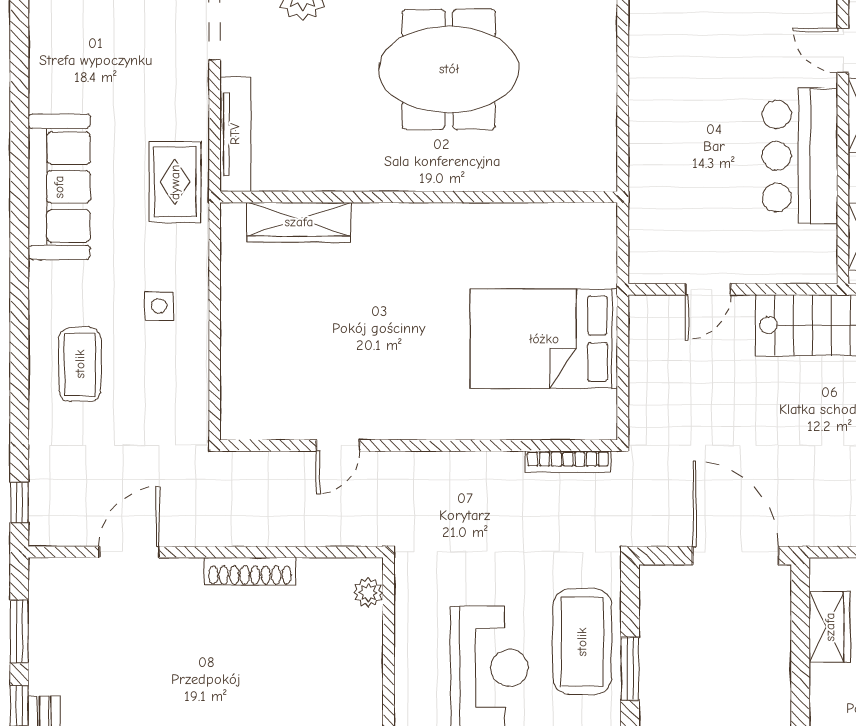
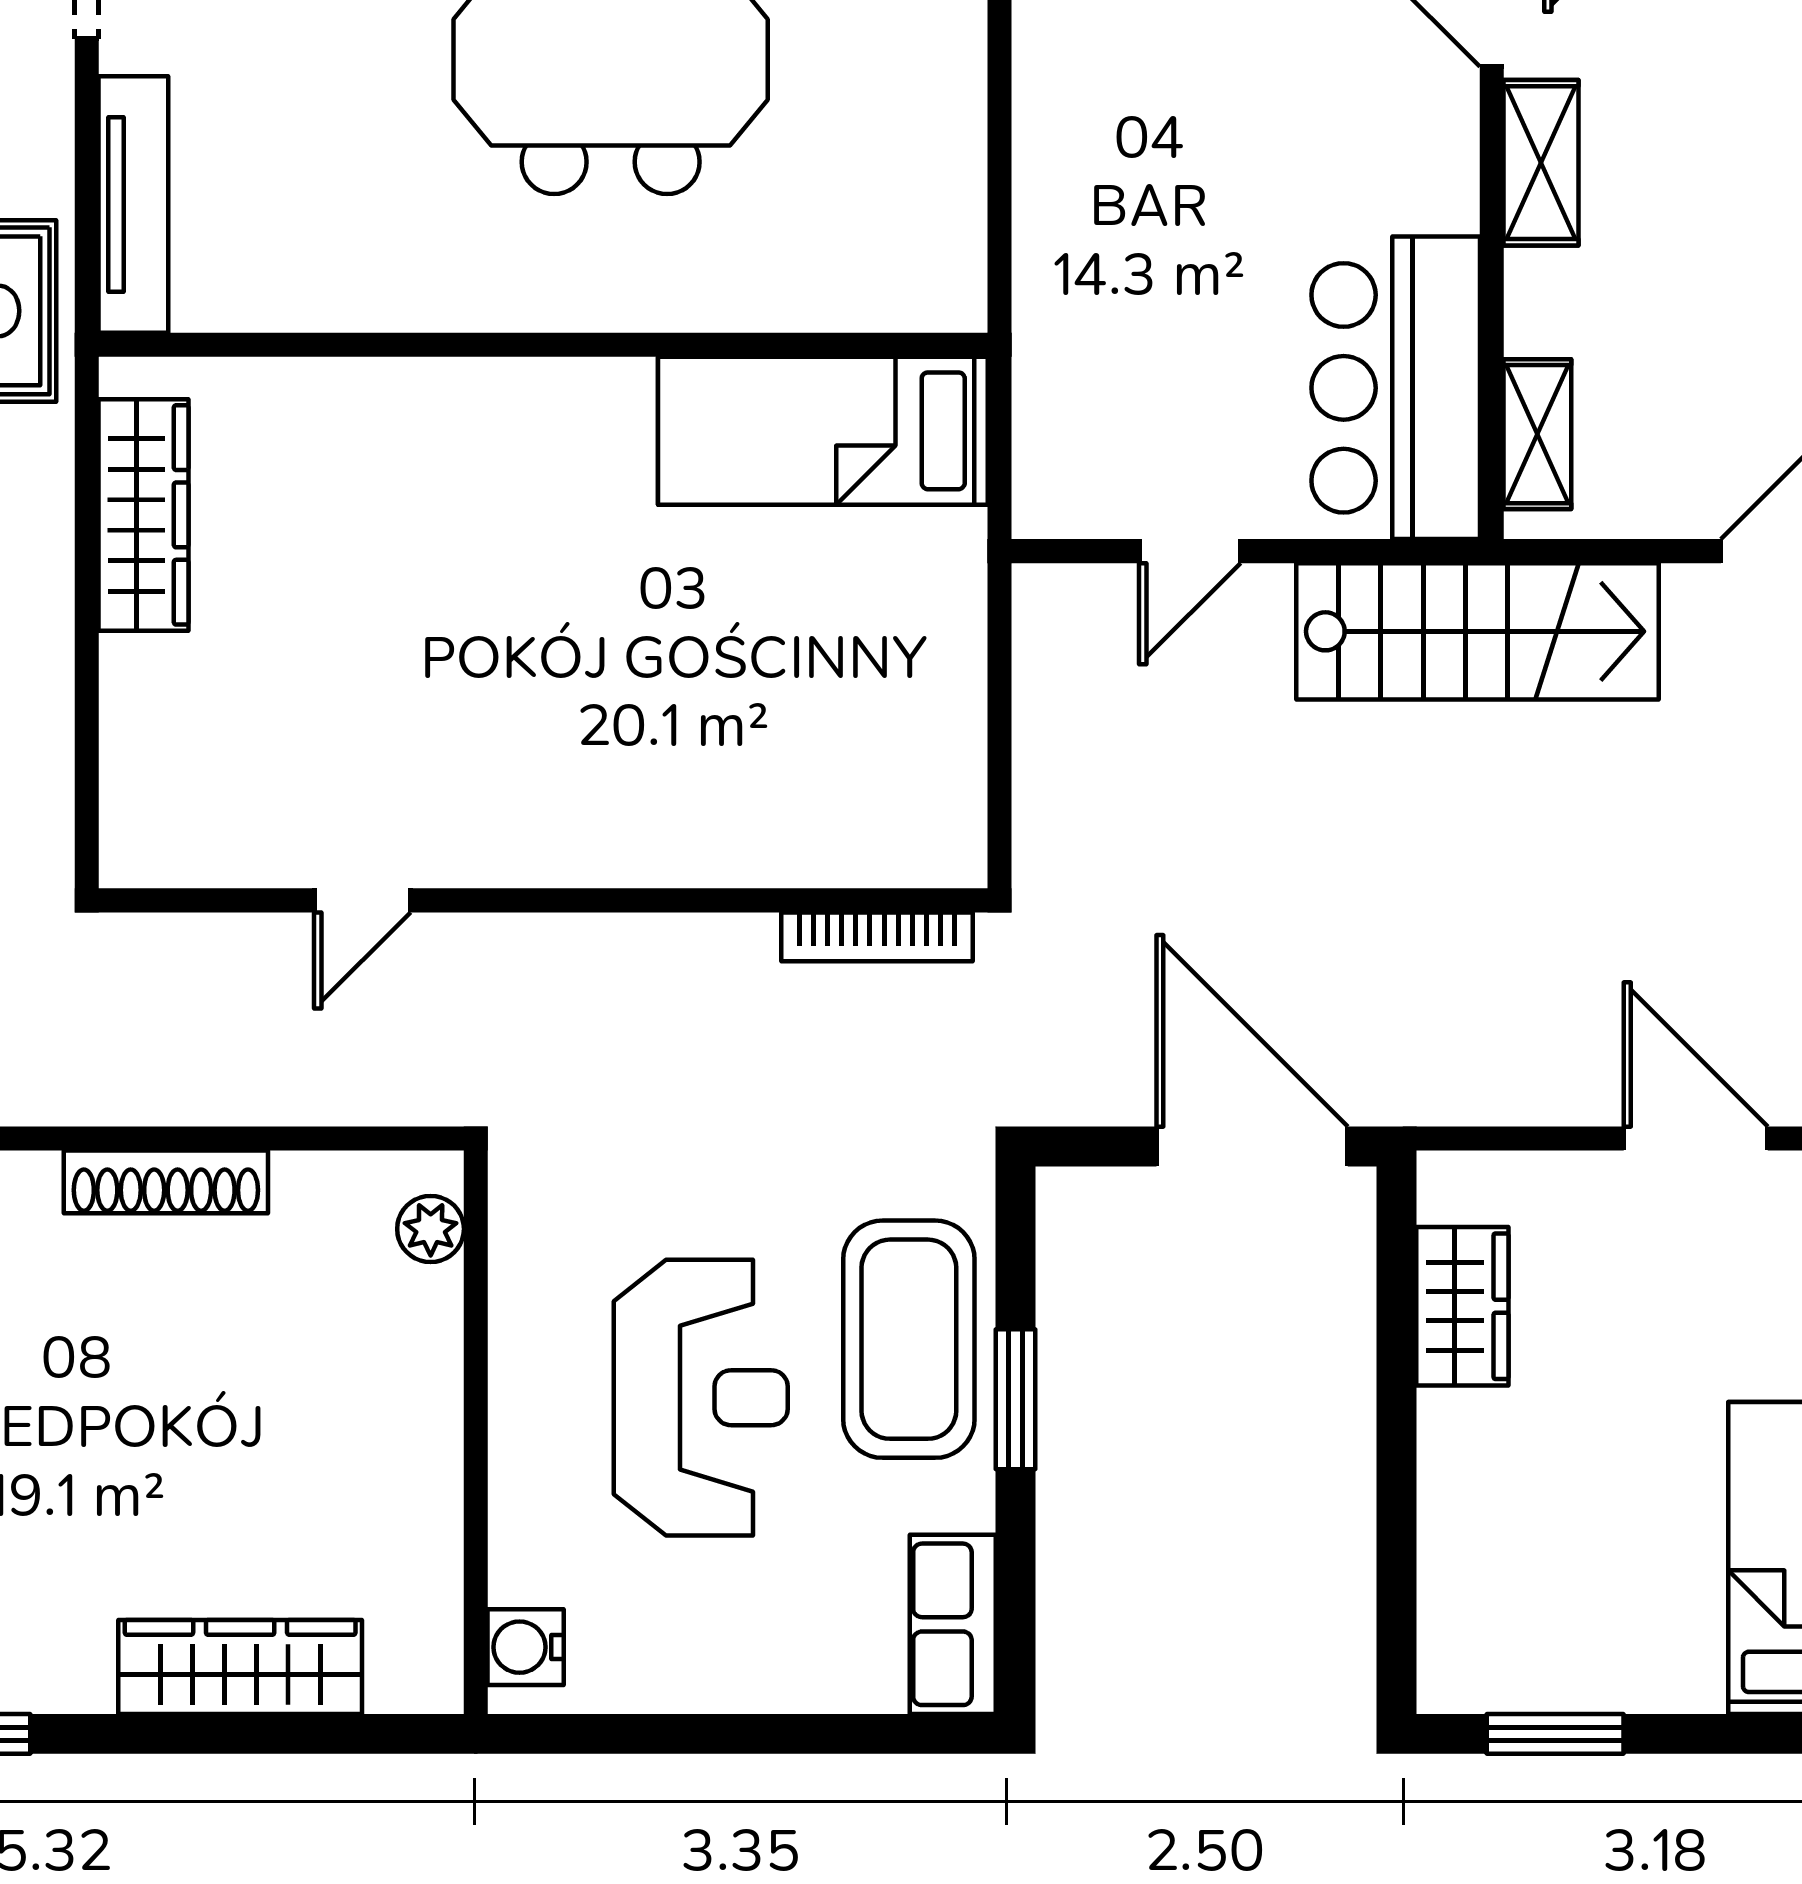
bar counter: (800, 156) -> (1396, 388), moved
wardrobe: (299, 222) -> (143, 515), moved, turned -90
bed: (544, 339) -> (823, 431), moved, width x0.67

